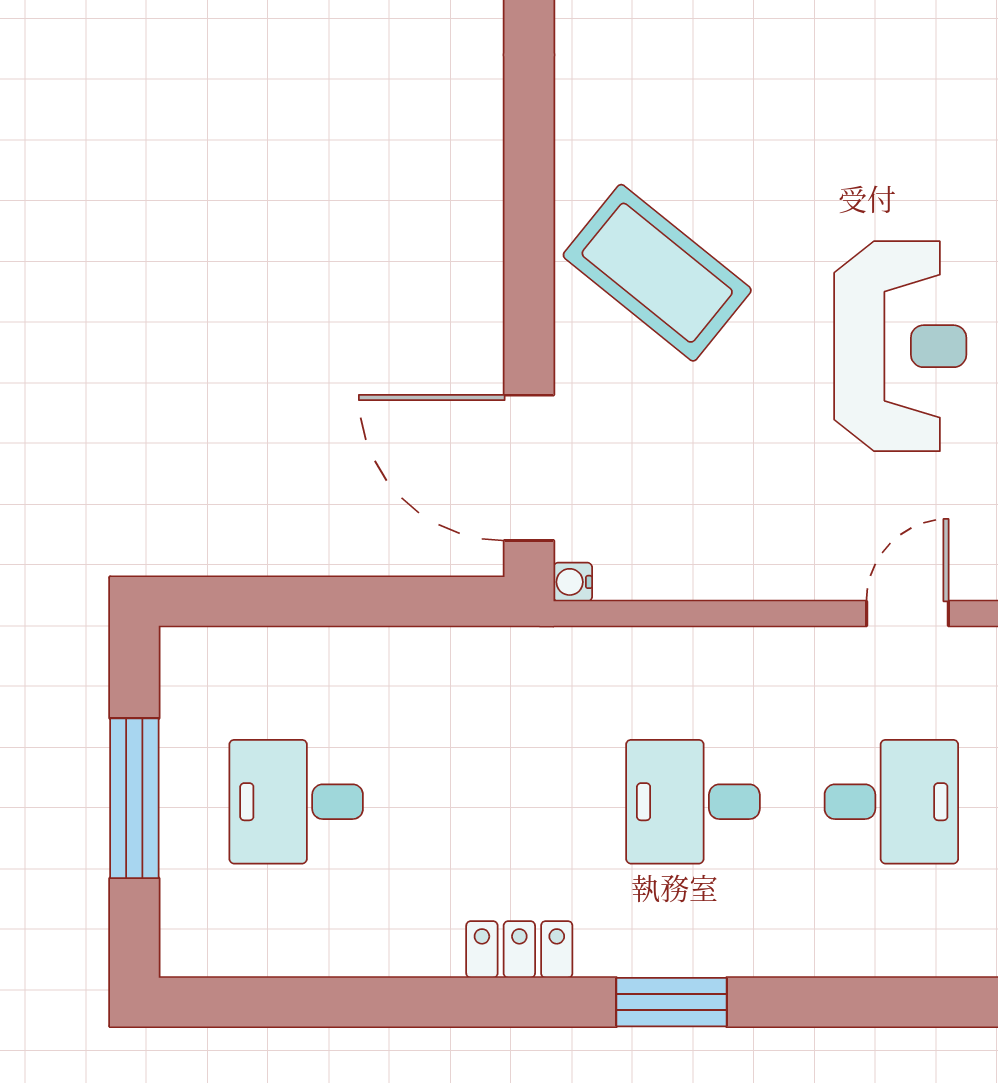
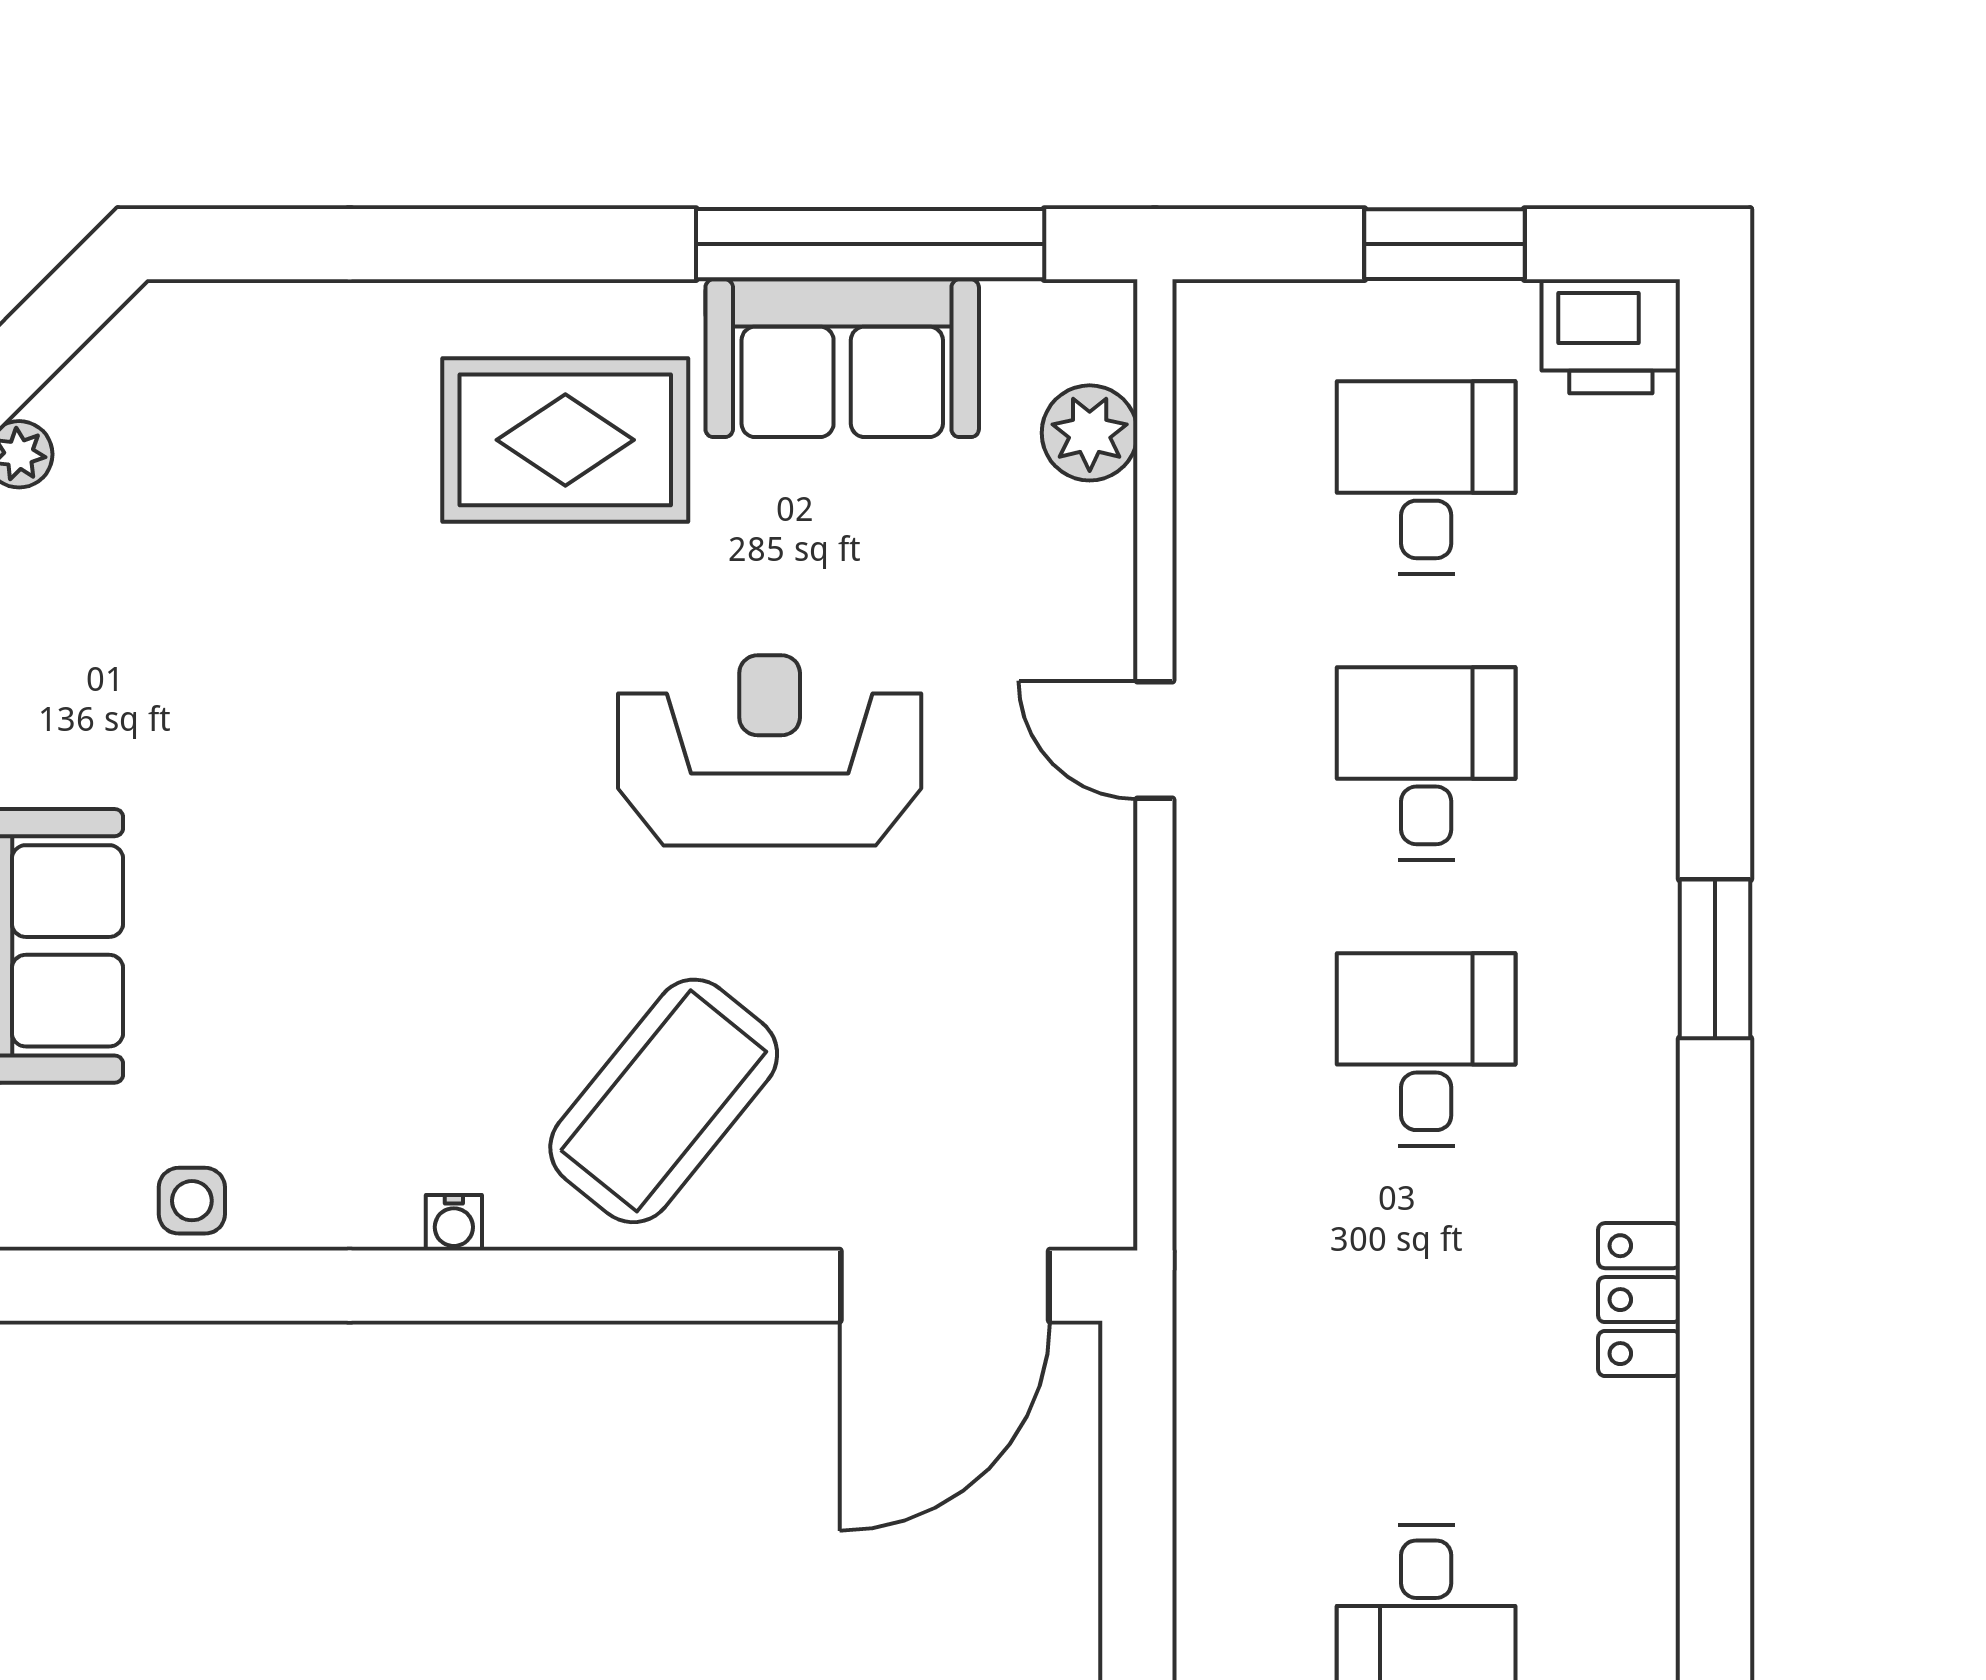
water cooler: (573, 582) -> (454, 1223), moved
desk: (693, 802) -> (1426, 1049), turned 180
window: (672, 1002) -> (1715, 959), moved

